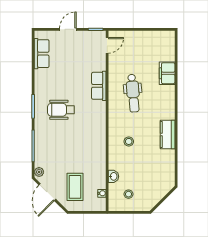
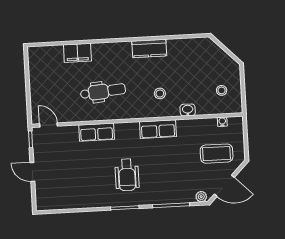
row of seats: (42, 54) -> (158, 129), moved, turned 180
washbasin: (113, 176) -> (188, 110), moved

